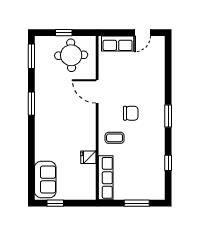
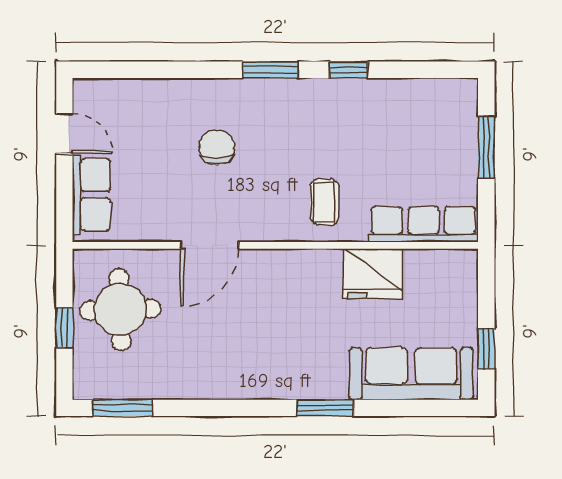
window: (31, 104) -> (325, 408), moved
chair: (131, 113) -> (217, 147), moved
fridge: (88, 157) -> (373, 273), width x1.88, depth x1.34
window: (168, 163) -> (349, 70), moved
sofa: (45, 180) -> (411, 374), width x1.36

